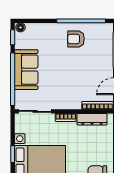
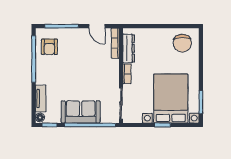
tv unit: (40, 28) -> (41, 99), added
armchair: (76, 39) -> (49, 47), moved

